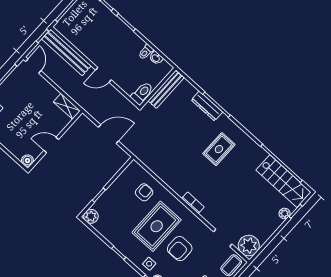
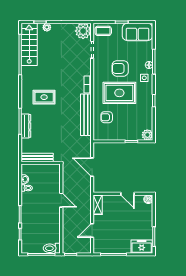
bench: (66, 52) -> (86, 115), moved
door: (33, 66) -> (92, 230), moved
toilet: (142, 93) -> (52, 248), moved
armchair: (180, 249) -> (120, 68), turned 180

